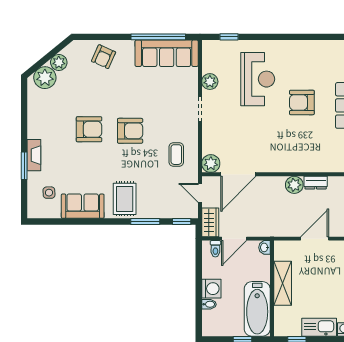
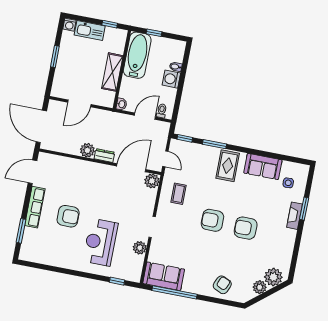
sofa: (167, 53) -> (164, 276), width x0.73
dresser: (316, 183) -> (104, 156), moved
wardrobe: (210, 222) -> (162, 133), removed

